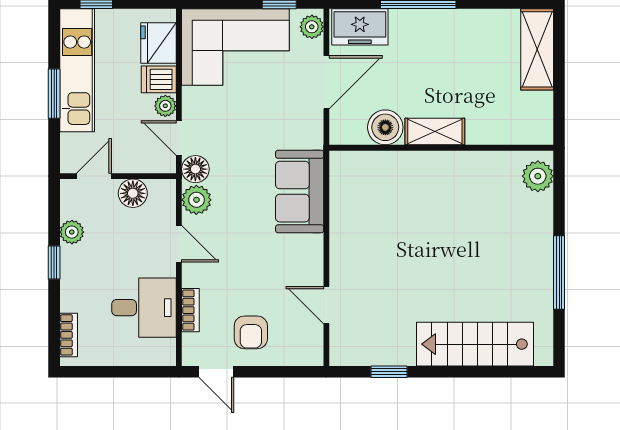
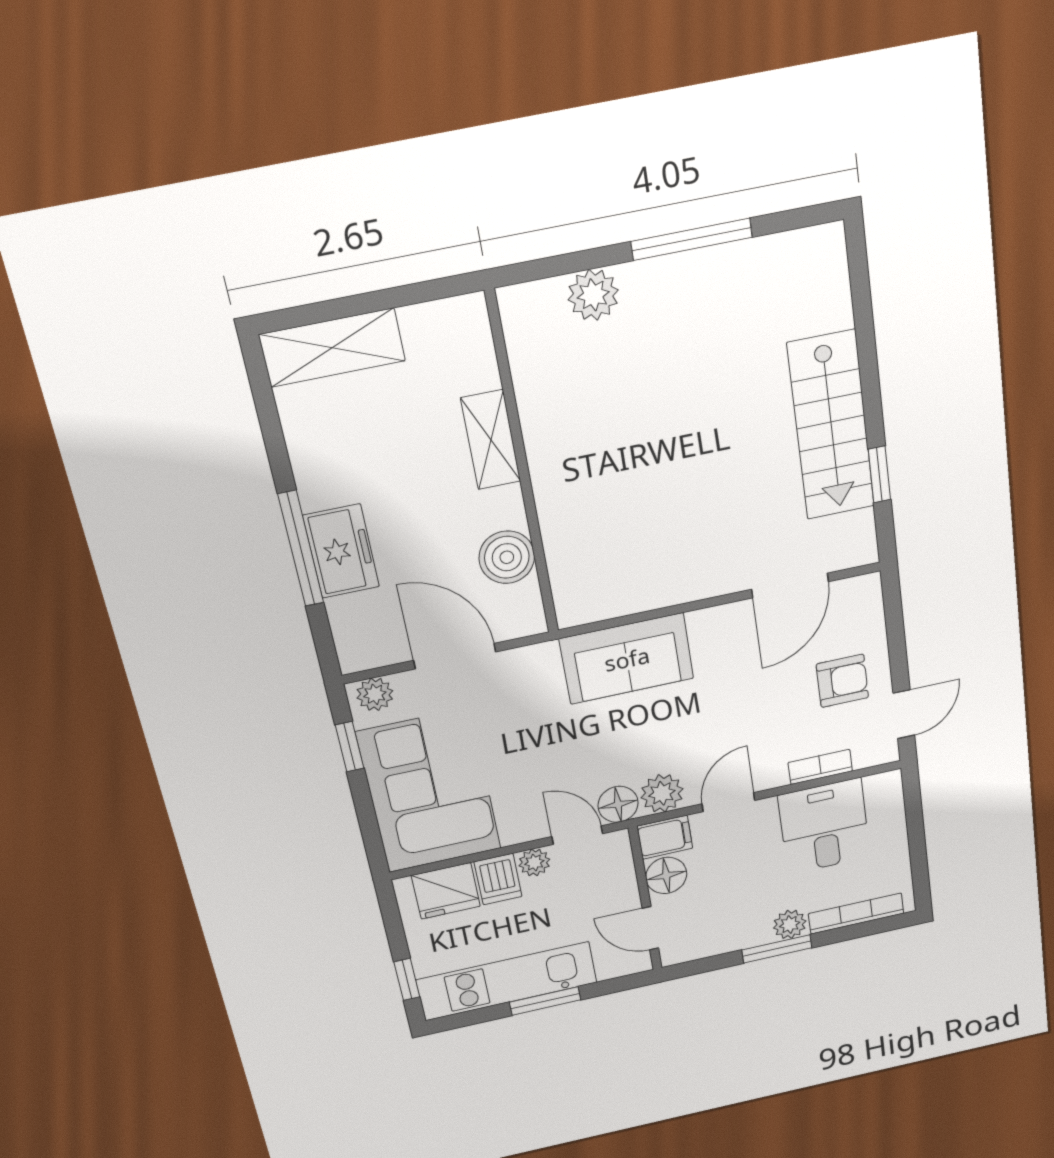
freezer: (360, 27) -> (341, 551), moved
shelving: (435, 132) -> (491, 440), moved
door: (179, 138) -> (577, 835), swing flipped
plant: (538, 176) -> (593, 295), moved
filing cabinet: (163, 197) -> (665, 837), added
plant: (72, 232) -> (790, 924), moved
window: (54, 263) -> (777, 949), width x1.50
door: (326, 305) -> (790, 586), width x1.38
bookcase: (69, 335) -> (856, 914), width x1.56
stairs: (475, 344) -> (831, 426), moved

